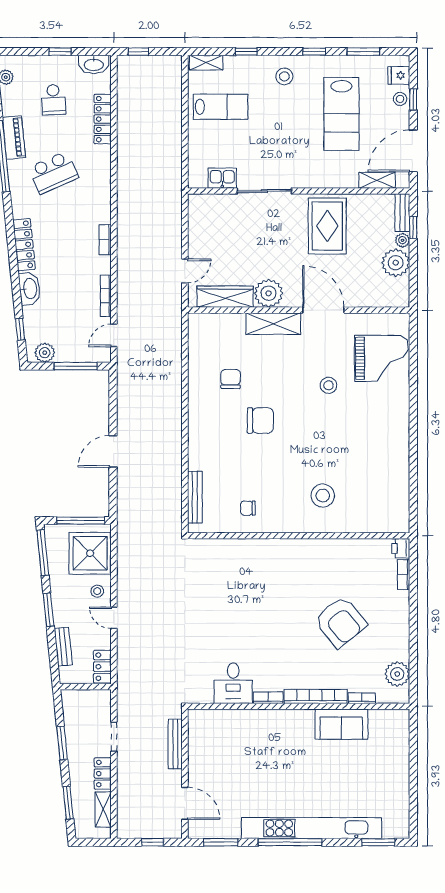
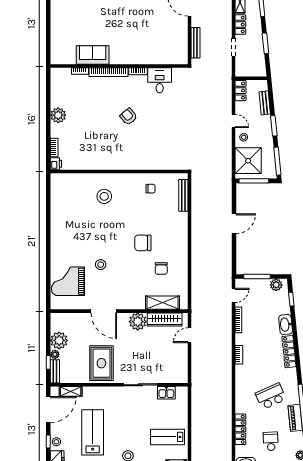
shelving: (273, 324) -> (163, 303), moved
armchair: (341, 622) -> (128, 117), moved, width x0.53, depth x0.53
plant: (397, 674) -> (58, 115), moved

